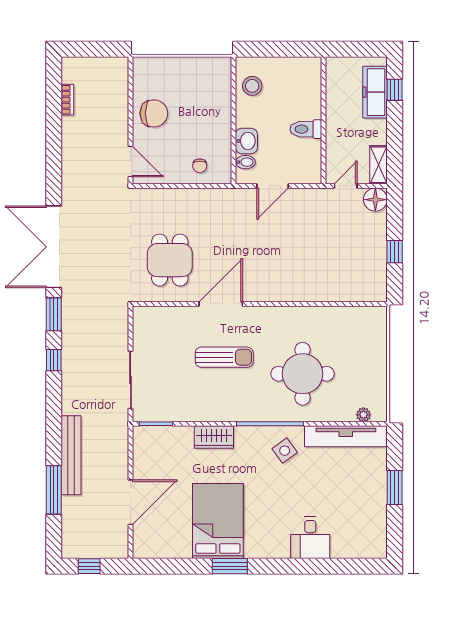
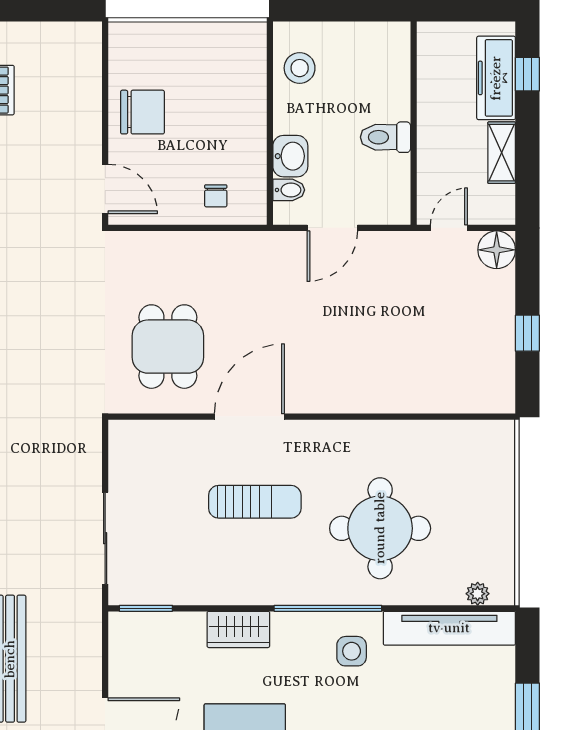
shelving: (379, 165) -> (502, 153), moved
side table: (285, 451) -> (352, 651), turned 36

